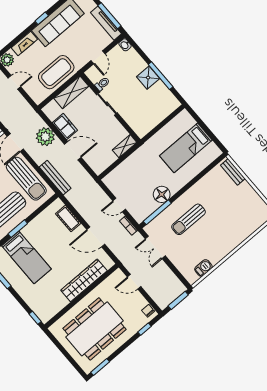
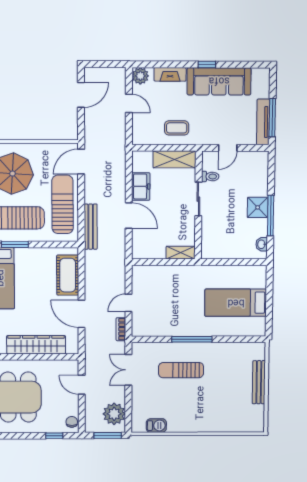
washbasin: (125, 45) -> (262, 244), moved
coffee table: (56, 72) -> (177, 128), width x0.54, depth x0.58
plant: (45, 137) -> (114, 414), moved
bench: (233, 172) -> (259, 382), moved, width x1.36
sun lounger: (26, 179) -> (63, 204), turned 180
floor lamp: (162, 194) -> (176, 326), removed
door: (119, 205) -> (129, 303), hinge flipped
window: (157, 212) -> (192, 339), moved
cot: (68, 218) -> (68, 275), width x1.37, depth x1.34

